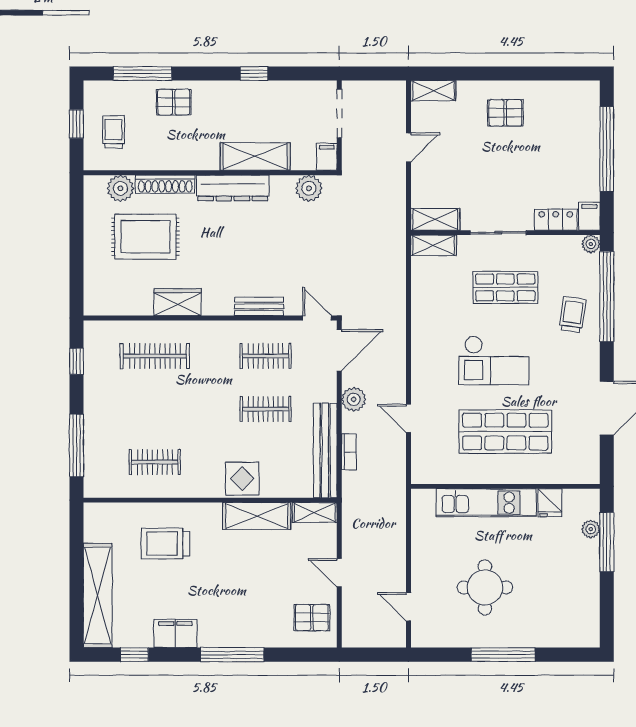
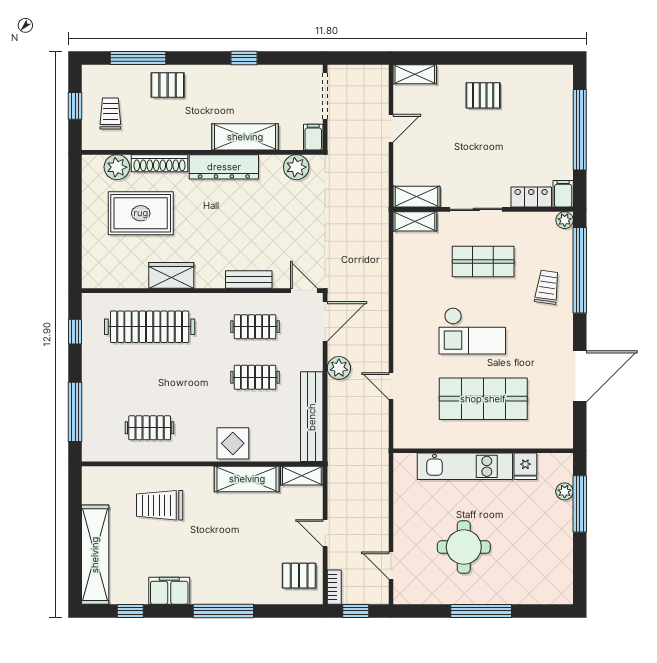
clothes rail: (155, 356) -> (150, 327), width x1.37, depth x1.31
bookcase: (349, 452) -> (334, 587), moved
window: (371, 655) -> (356, 611), added

